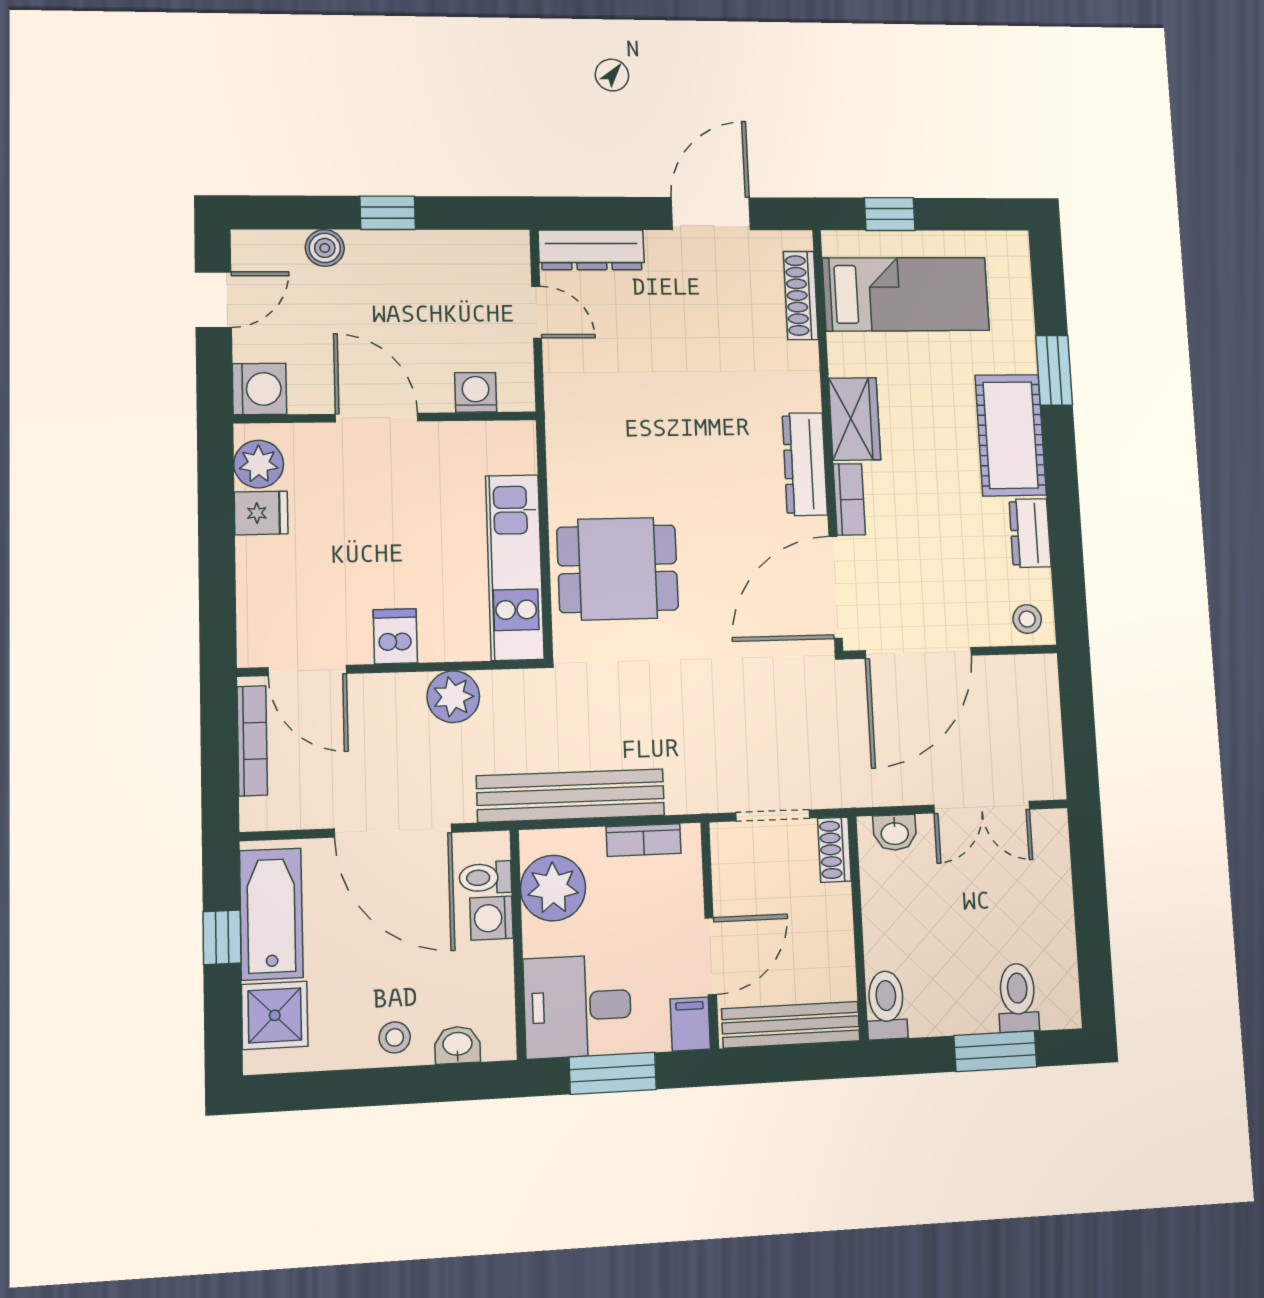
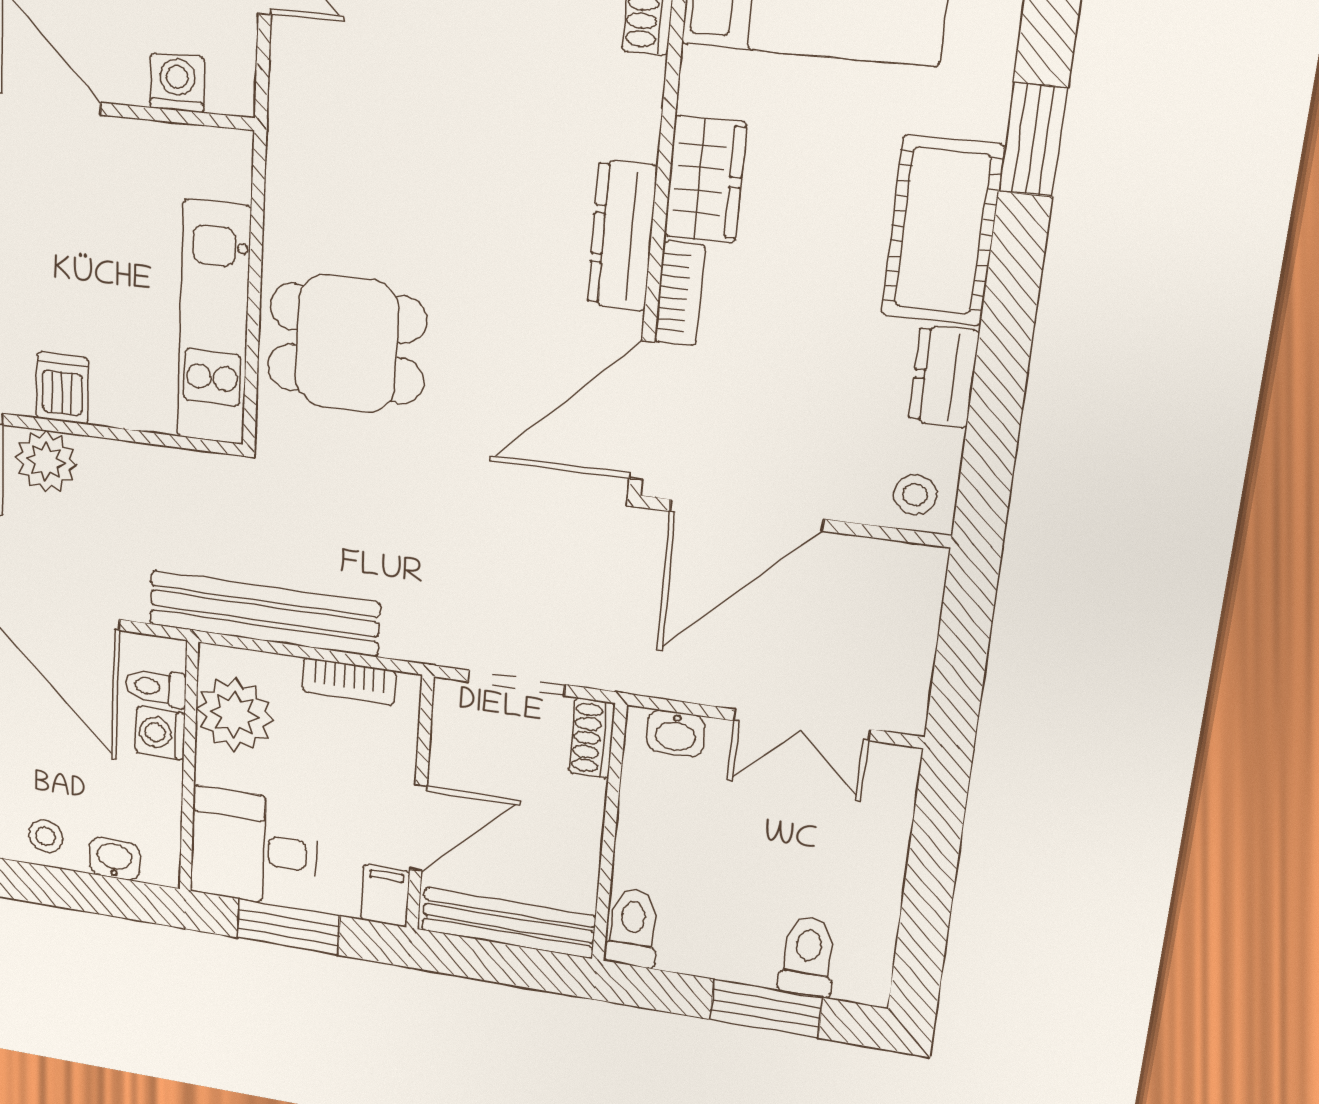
plant: (453, 697) -> (46, 461), moved

